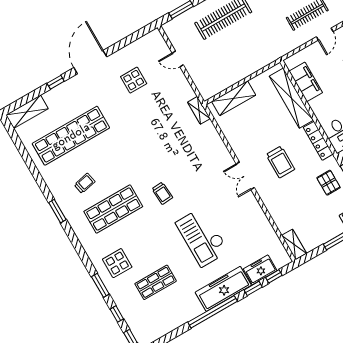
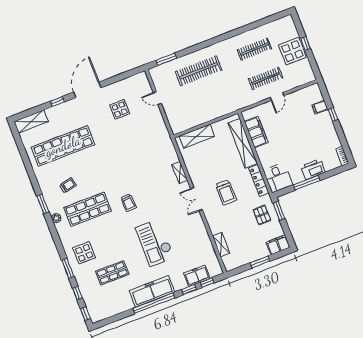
shelving: (199, 110) -> (180, 173), moved
plant: (76, 226) -> (56, 218), added
shelving: (294, 244) -> (221, 245), moved
freezer: (223, 289) -> (152, 291), moved

